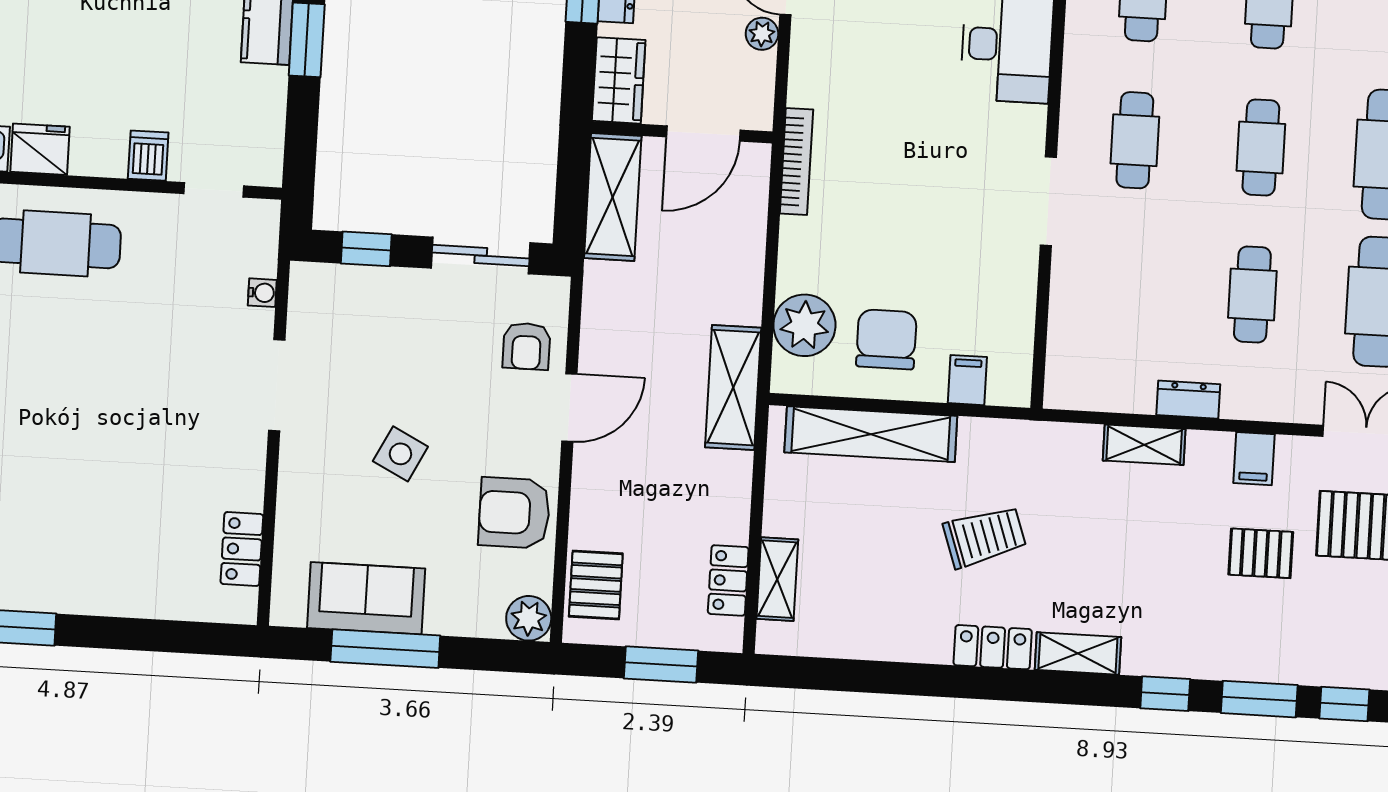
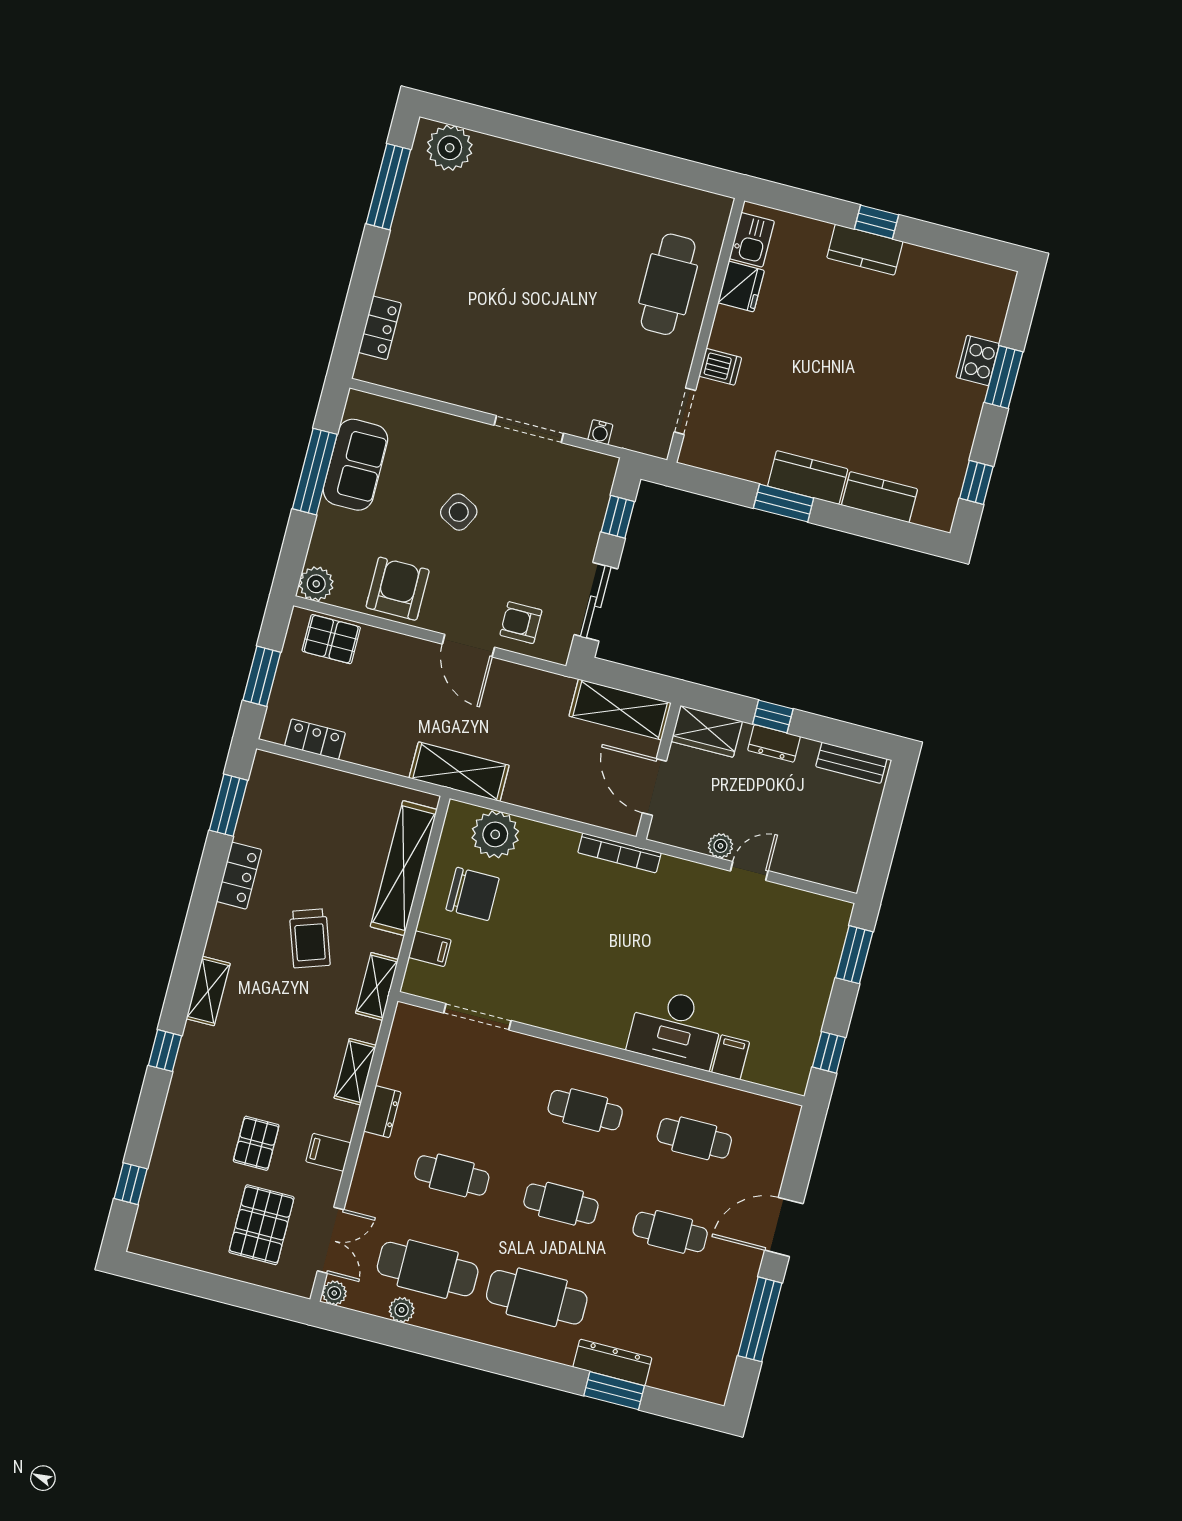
doorway: (1048, 201) -> (477, 1017), moved
locker: (242, 549) -> (380, 328), moved, turned 90
shelving: (777, 579) -> (377, 986), moved, turned 90
locker: (993, 647) -> (239, 876), moved
window: (1259, 699) -> (228, 805), moved

